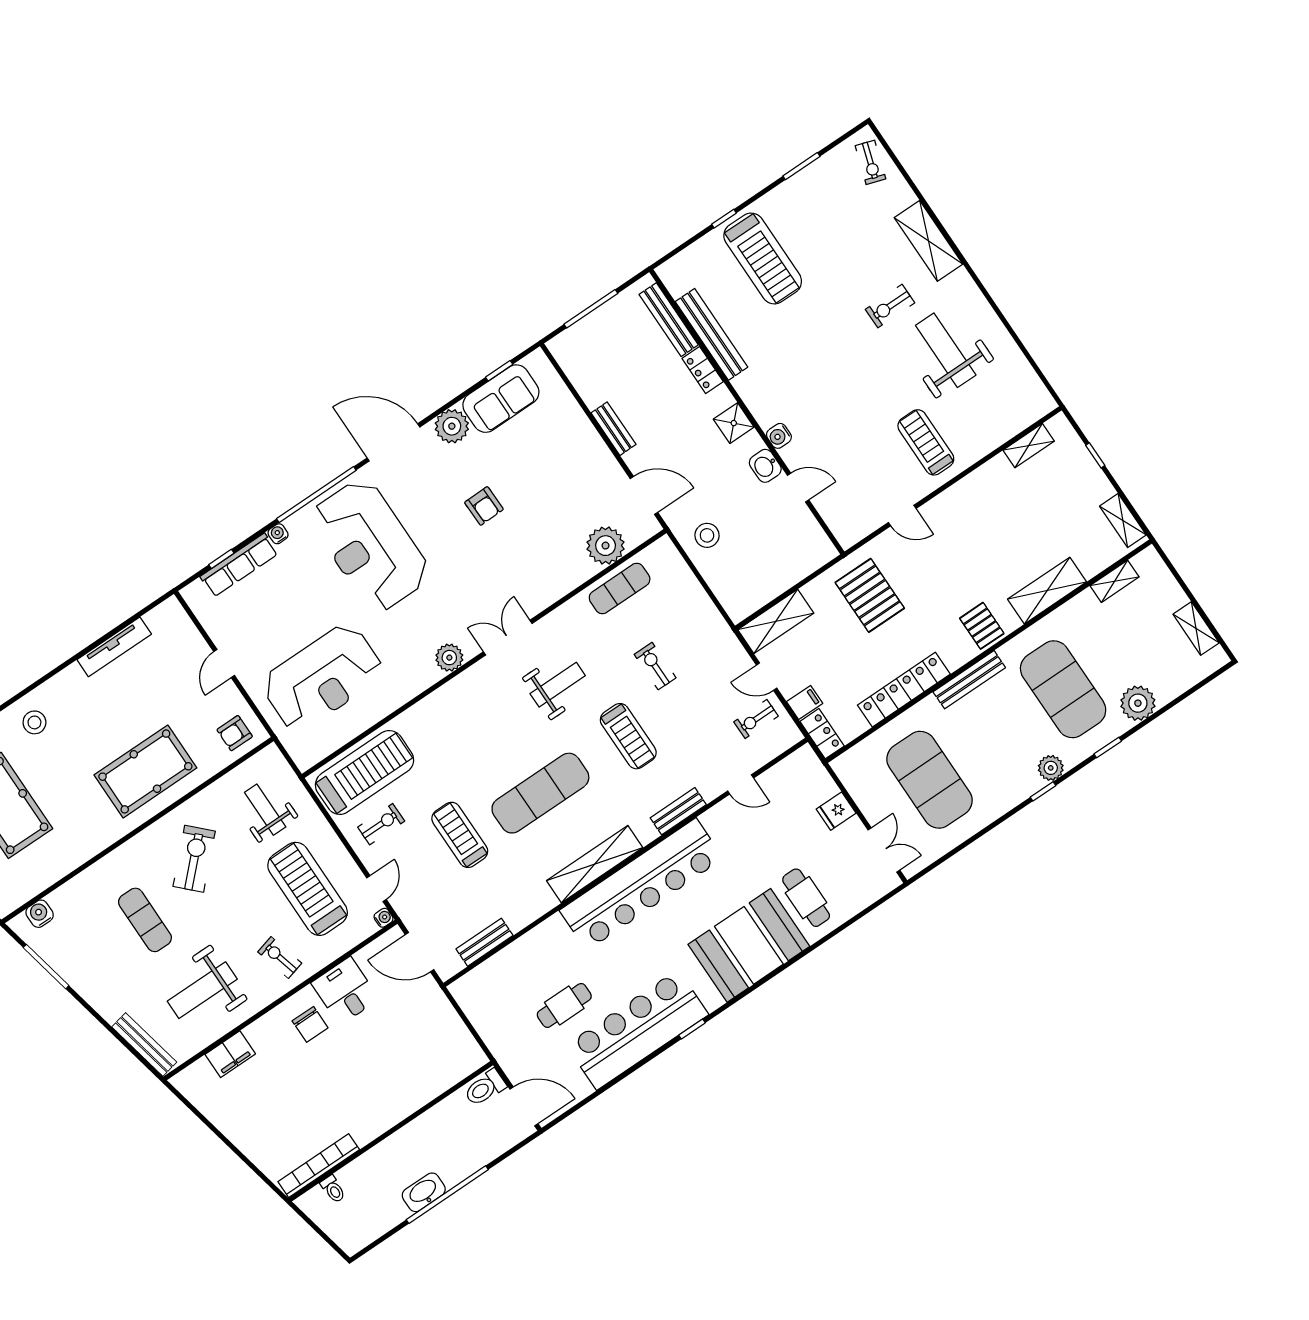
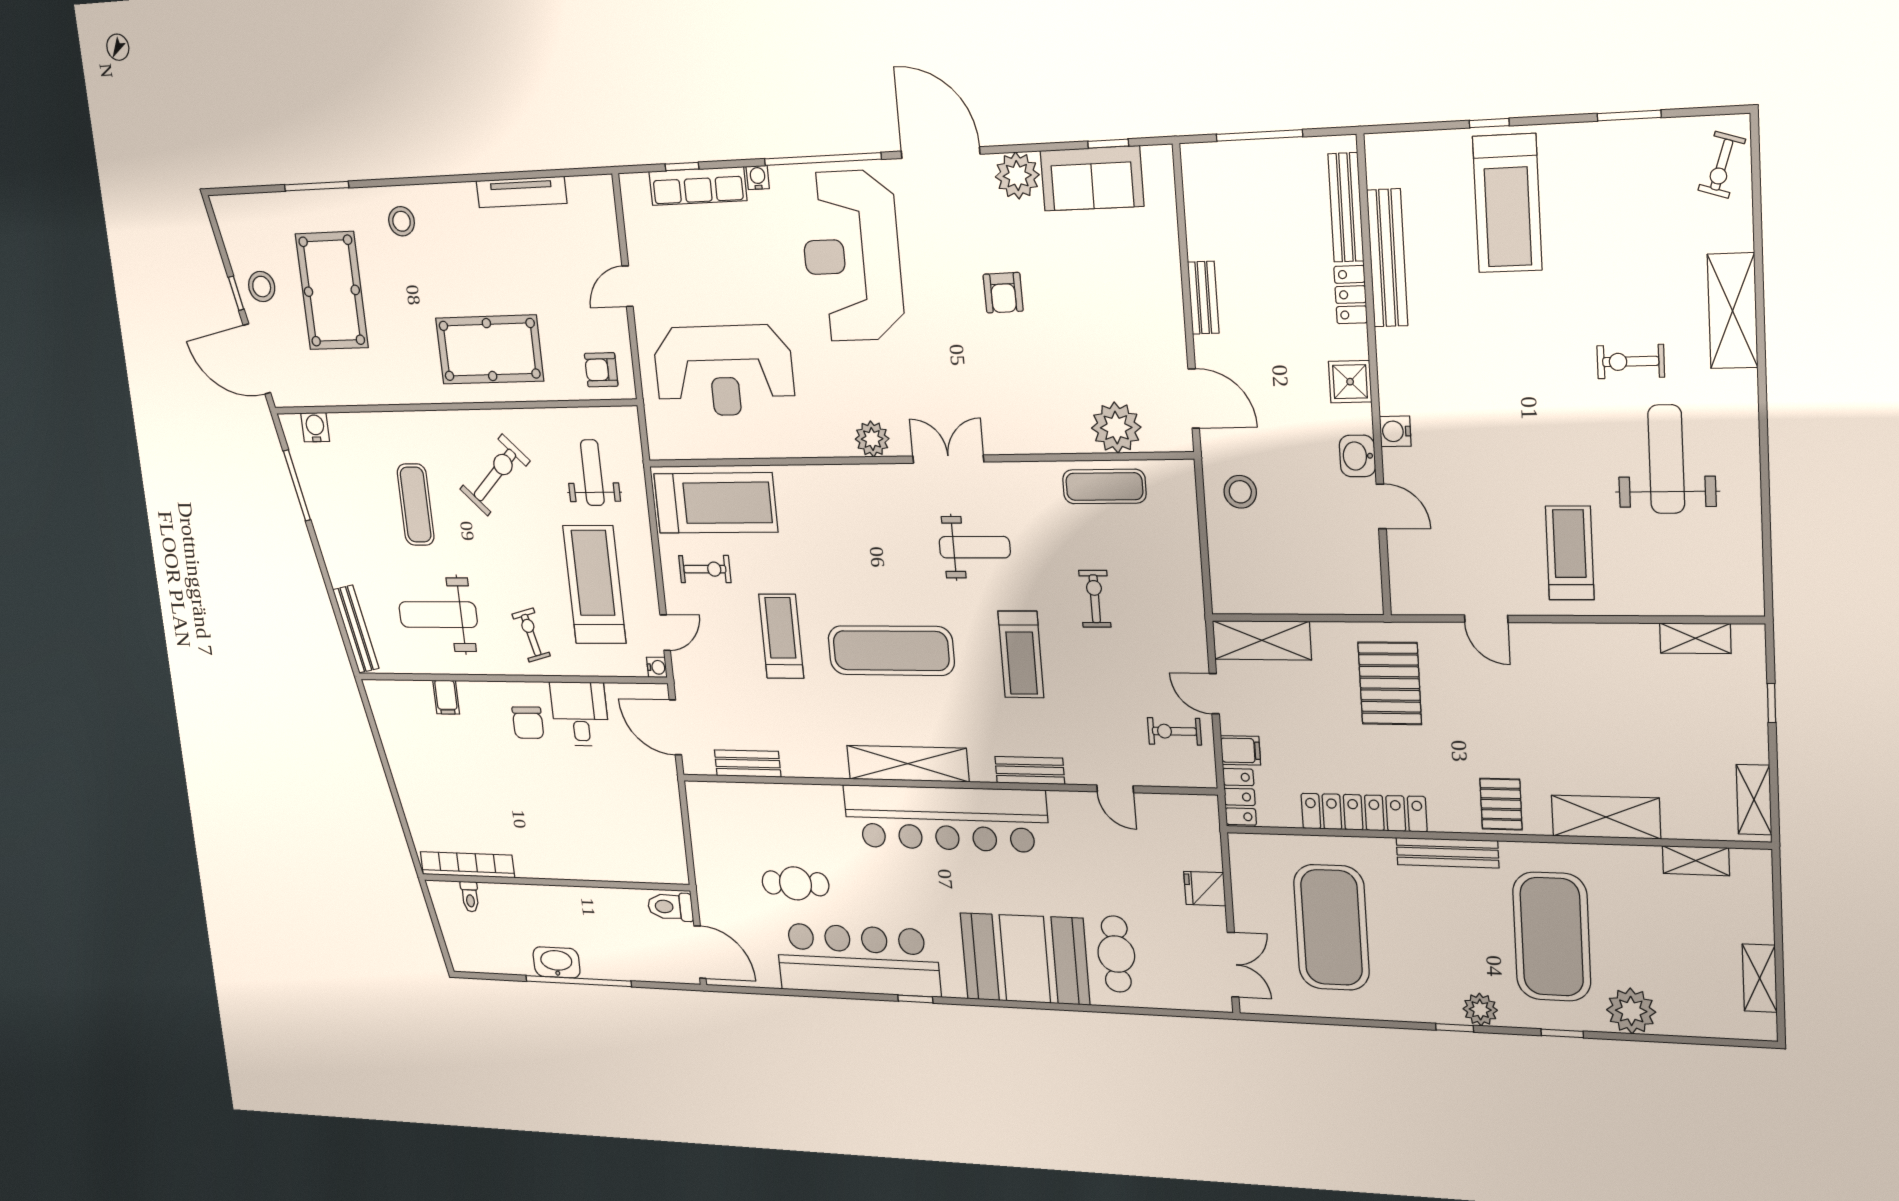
filing cabinet: (230, 1054) -> (446, 697), width x0.50

